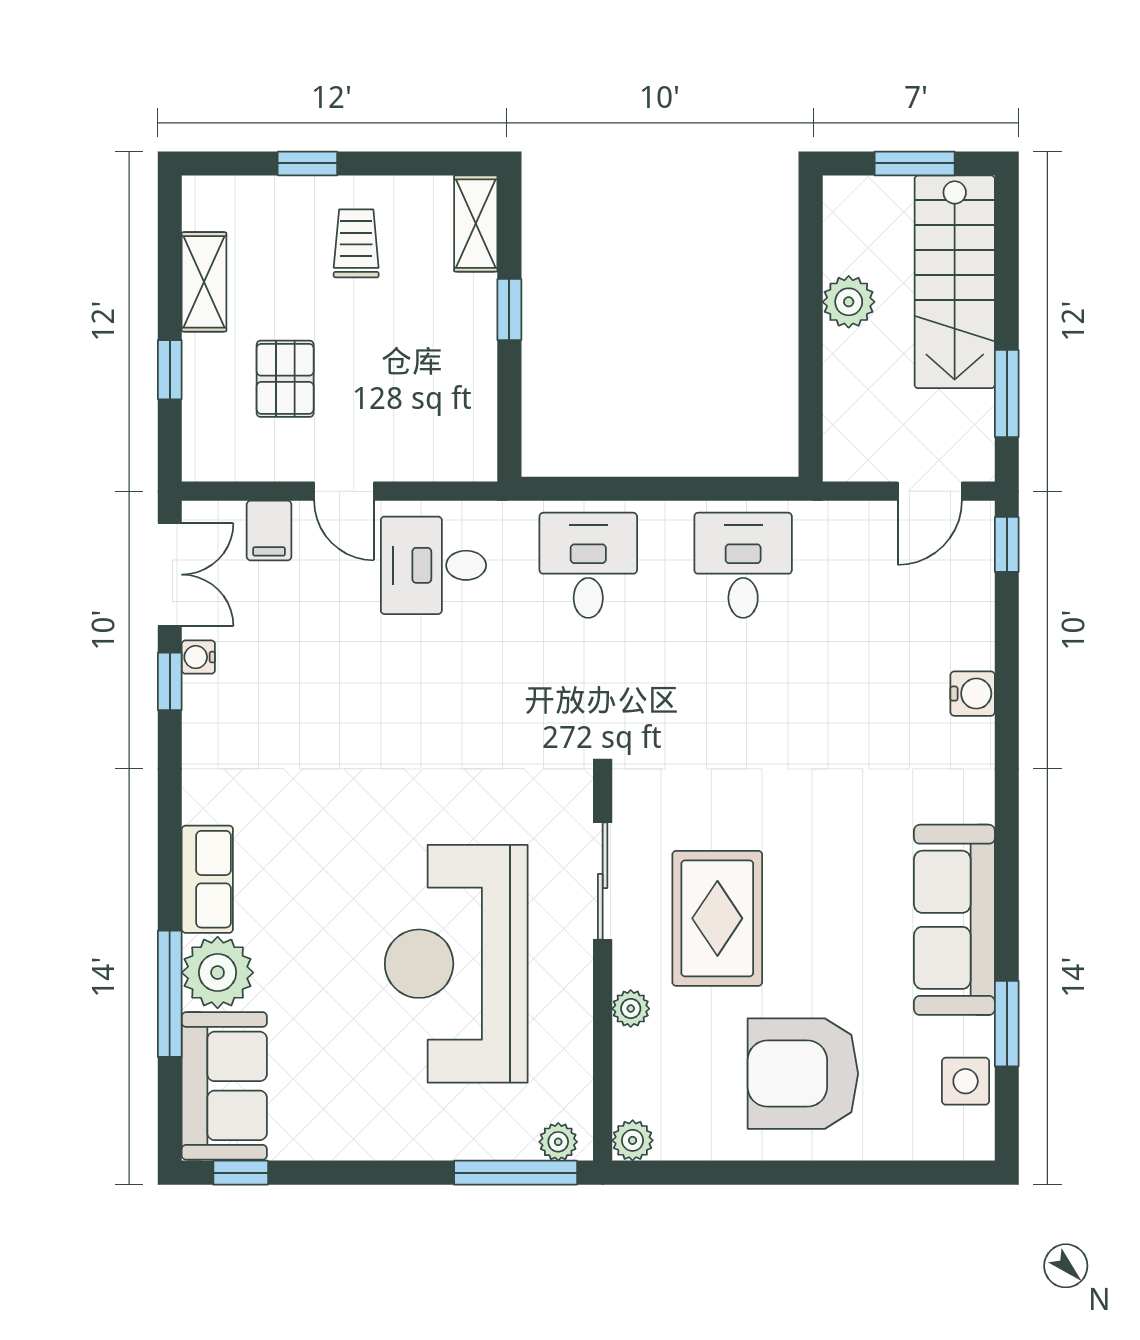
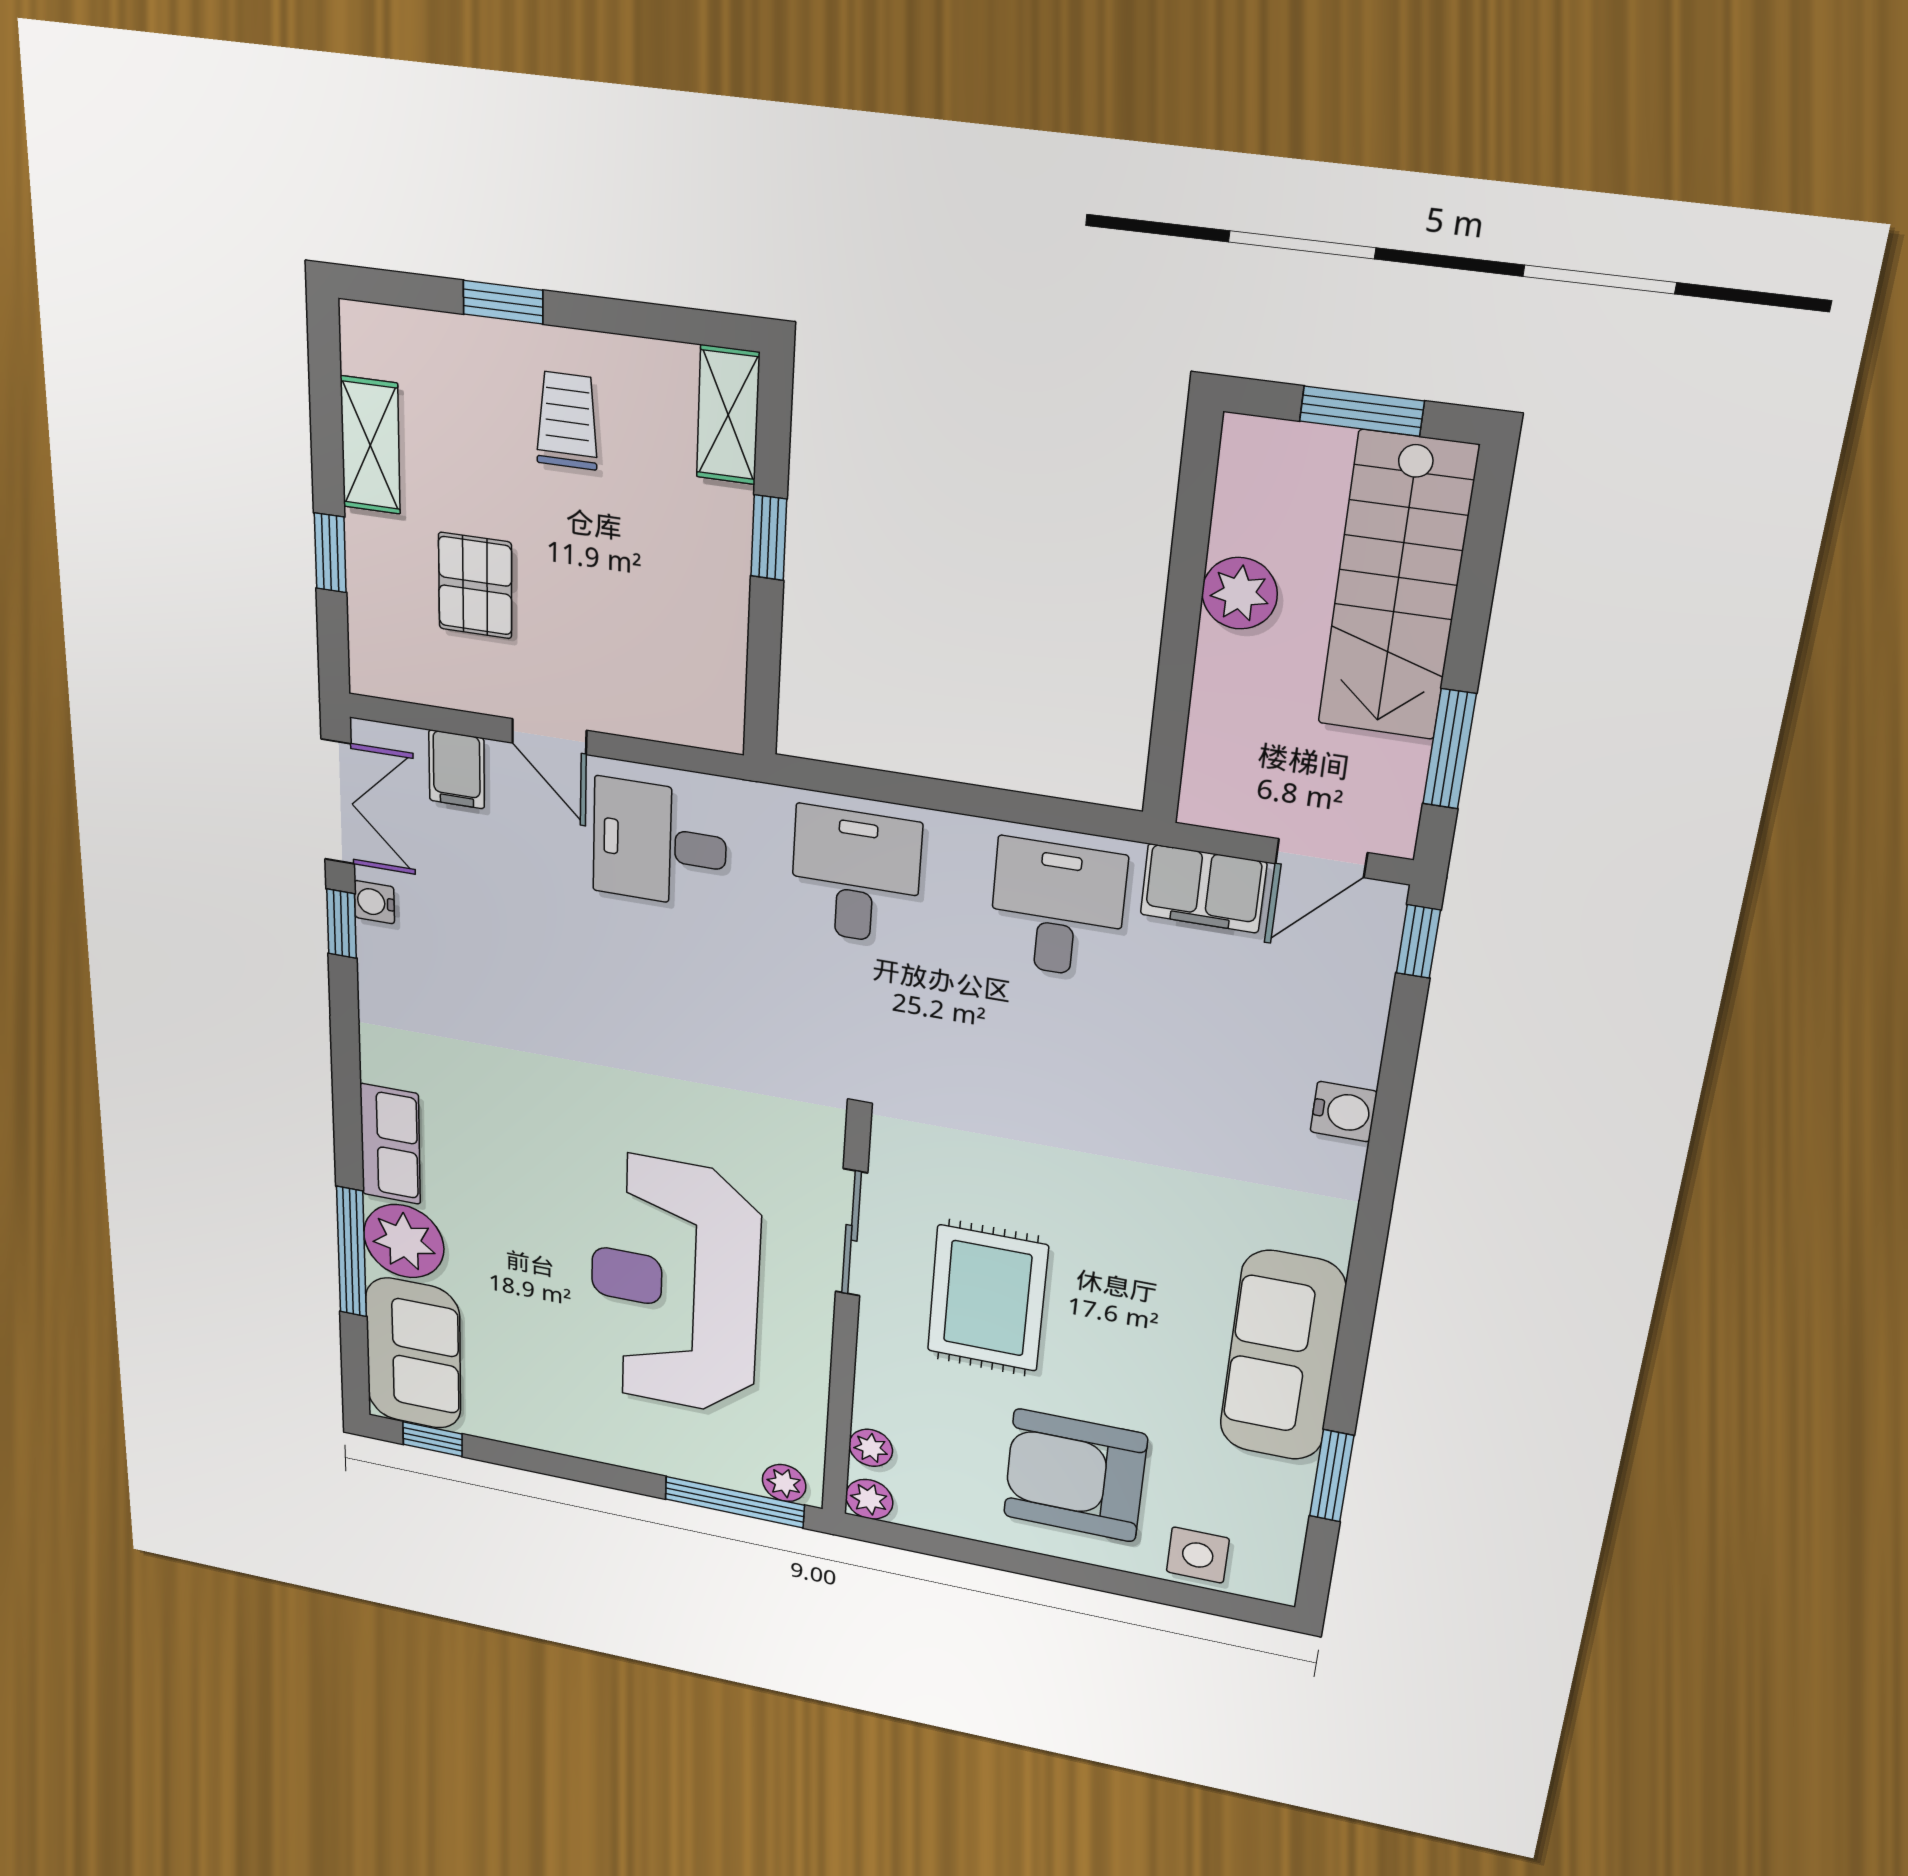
filing cabinet: (849, 530) -> (1203, 888), added
plant: (631, 1009) -> (871, 1448), moved
side table: (966, 1081) -> (1198, 1555), moved

